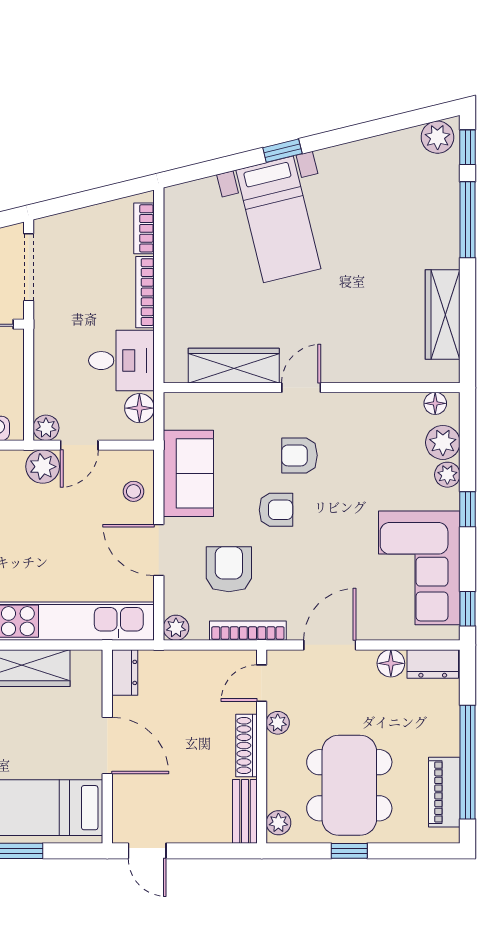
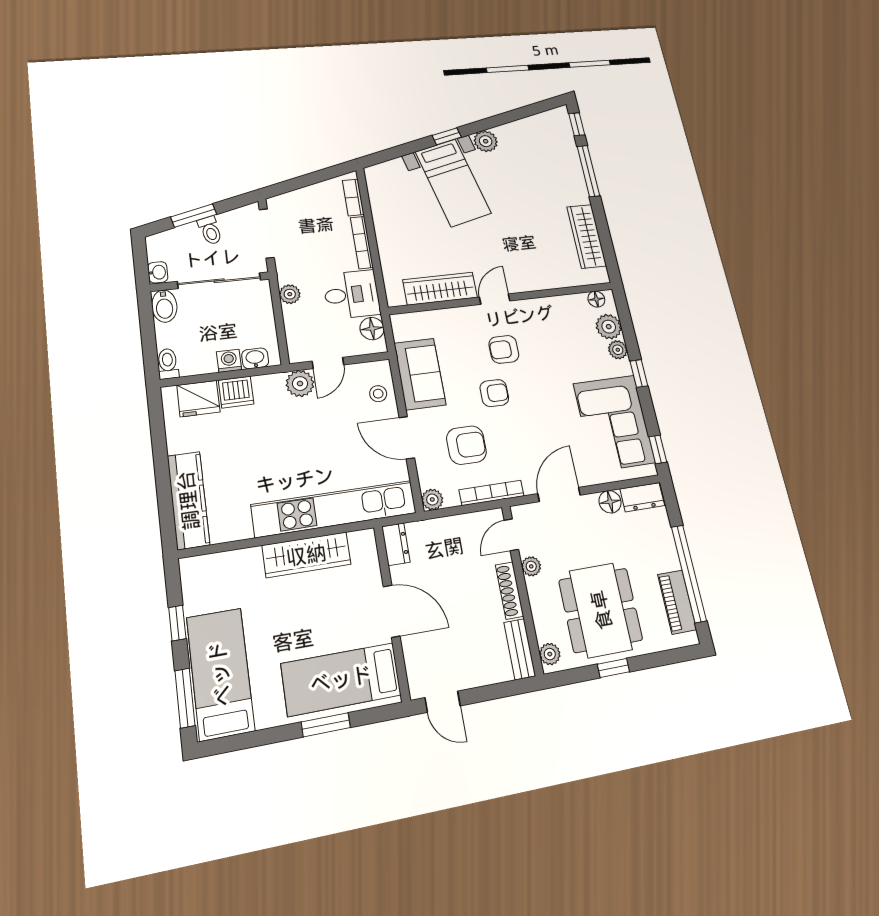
plant: (437, 137) -> (486, 141), moved
plant: (46, 428) -> (290, 294), moved
armchair: (229, 569) -> (466, 445), turned 90

